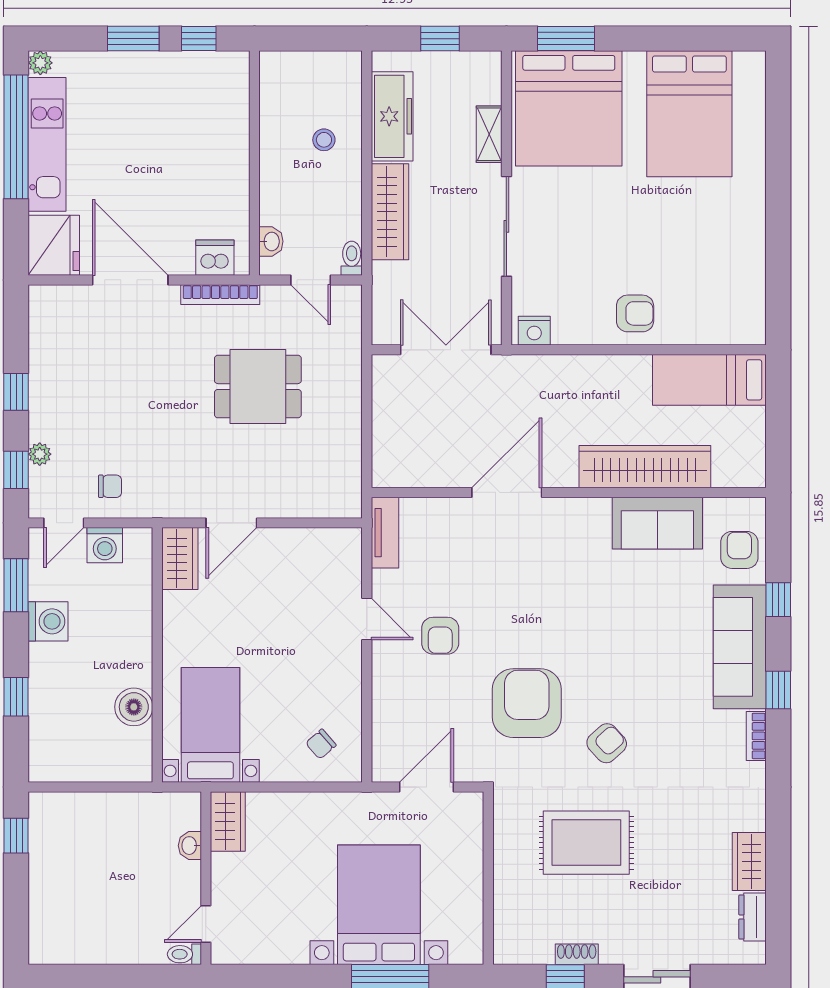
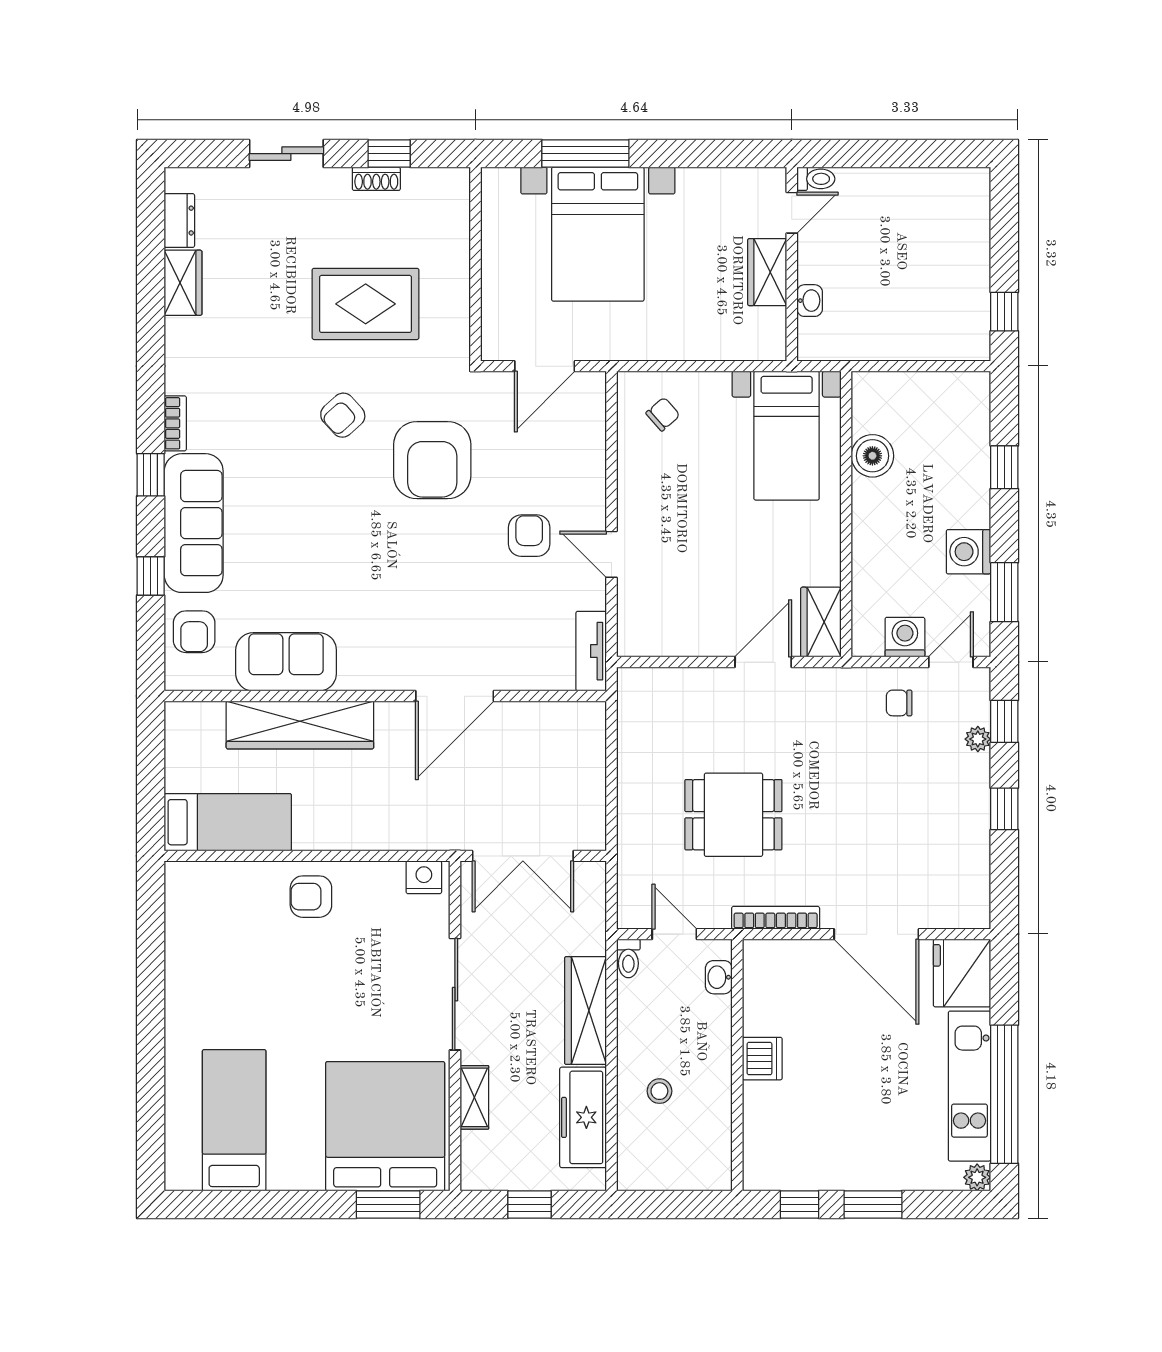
bed: (689, 114) -> (234, 1120), width x0.67
dishwasher: (215, 258) -> (762, 1059), moved, turned -90
wardrobe: (228, 821) -> (767, 272), moved

